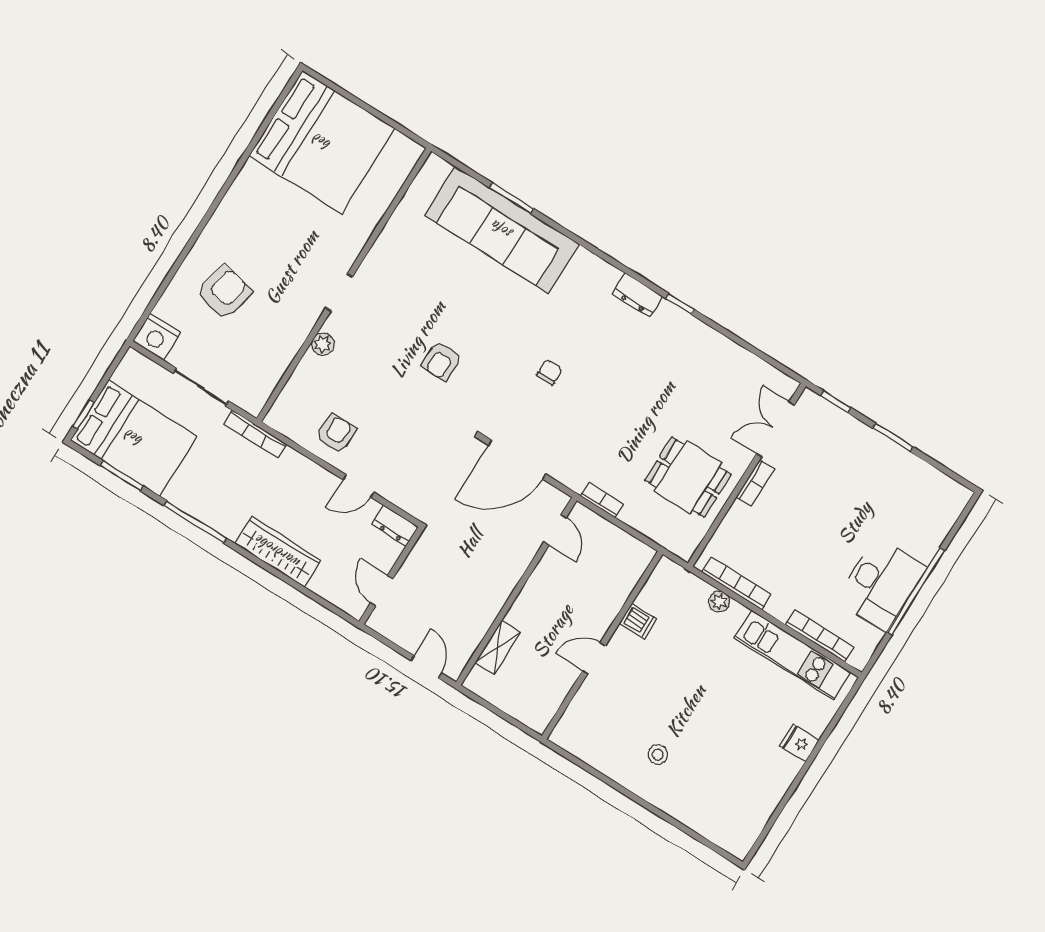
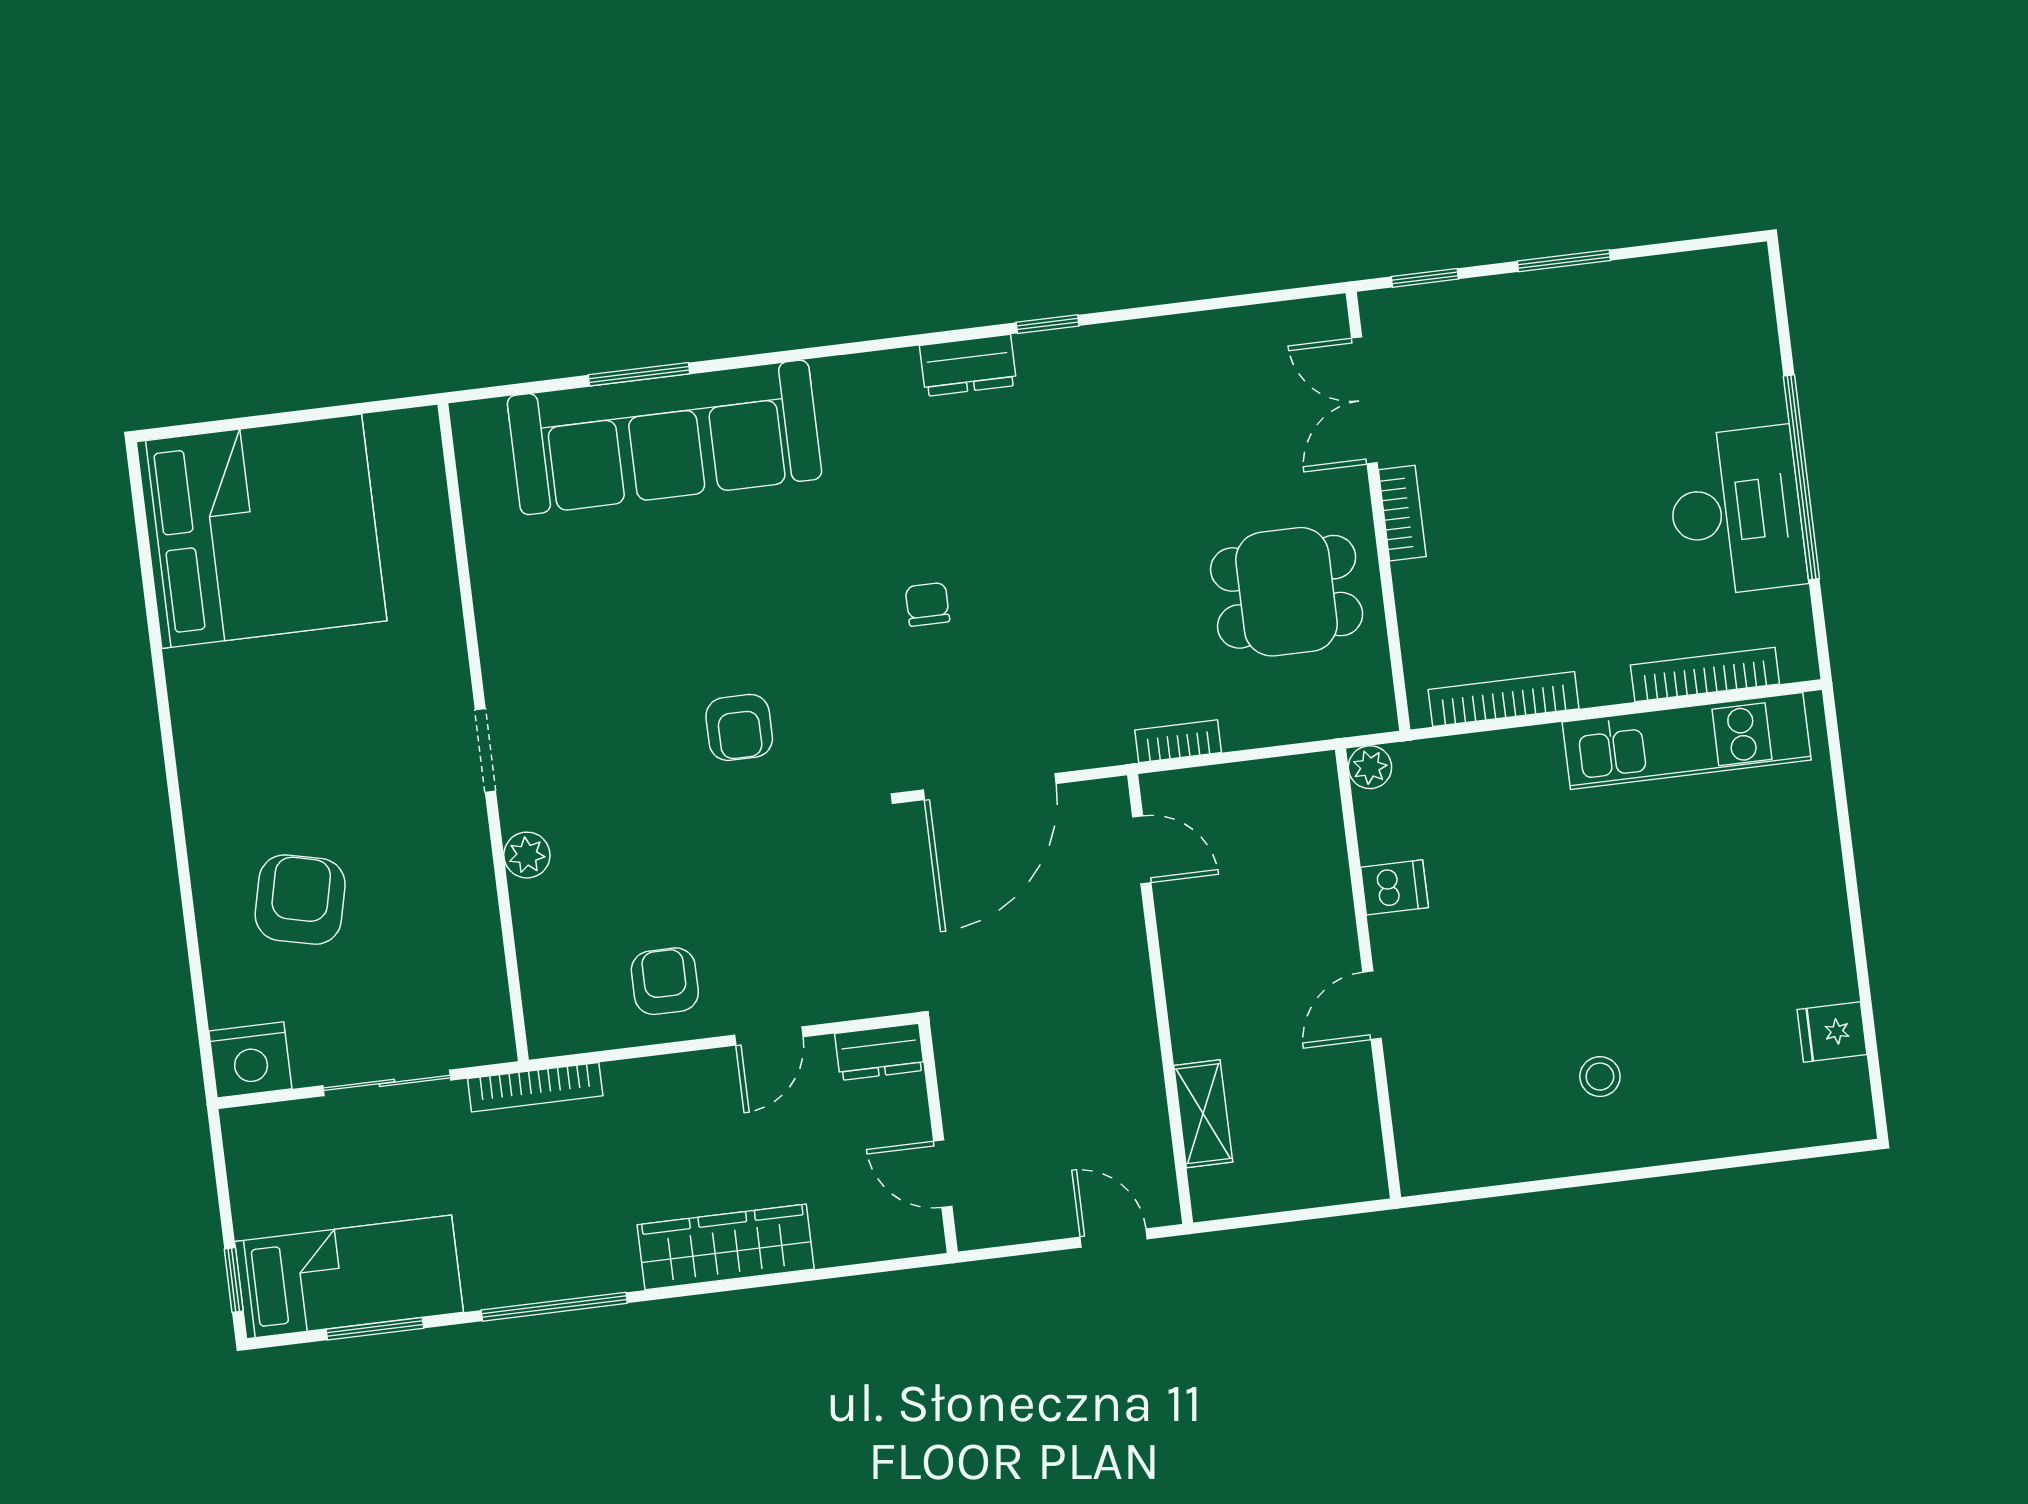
bed: (134, 438) -> (349, 1277), width x0.67
plant: (719, 602) -> (1370, 767), moved
fridge: (799, 743) -> (1832, 1032), moved

